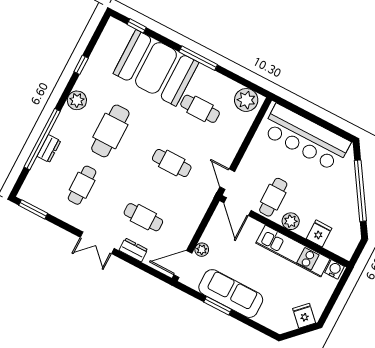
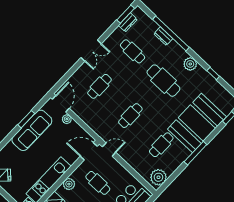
cafe table: (273, 197) -> (98, 183), moved
double door: (97, 243) -> (91, 51), swing flipped
dresser: (133, 250) -> (128, 22), moved

